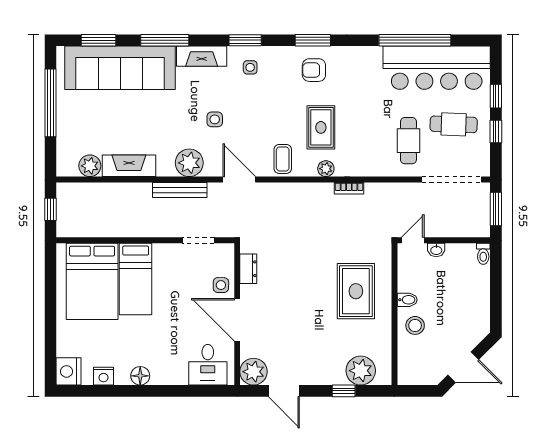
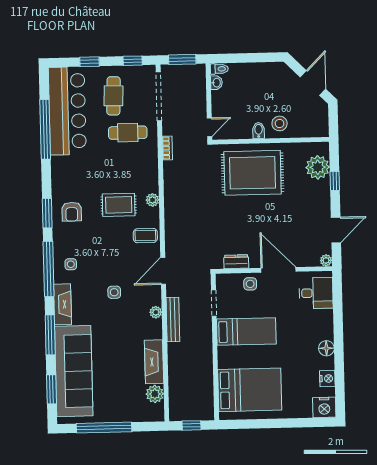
window: (245, 40) -> (49, 269), width x2.11
window: (496, 131) -> (133, 61), moved
plant: (189, 163) -> (156, 312), width x0.53, depth x0.53
bookcase: (349, 188) -> (167, 148), moved
door: (413, 240) -> (209, 127), swing flipped
washbasin: (436, 250) -> (216, 83), moved
bed: (136, 279) -> (246, 332), moved
rug: (356, 291) -> (253, 173), width x1.37, depth x1.44
door: (237, 320) -> (278, 270), swing flipped
plant: (254, 372) -> (326, 260), width x0.53, depth x0.53

